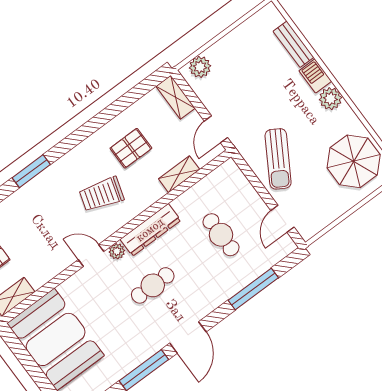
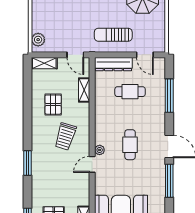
sun lounger: (278, 159) -> (113, 35), turned 149
dresser: (150, 230) -> (113, 64), moved, turned 90

